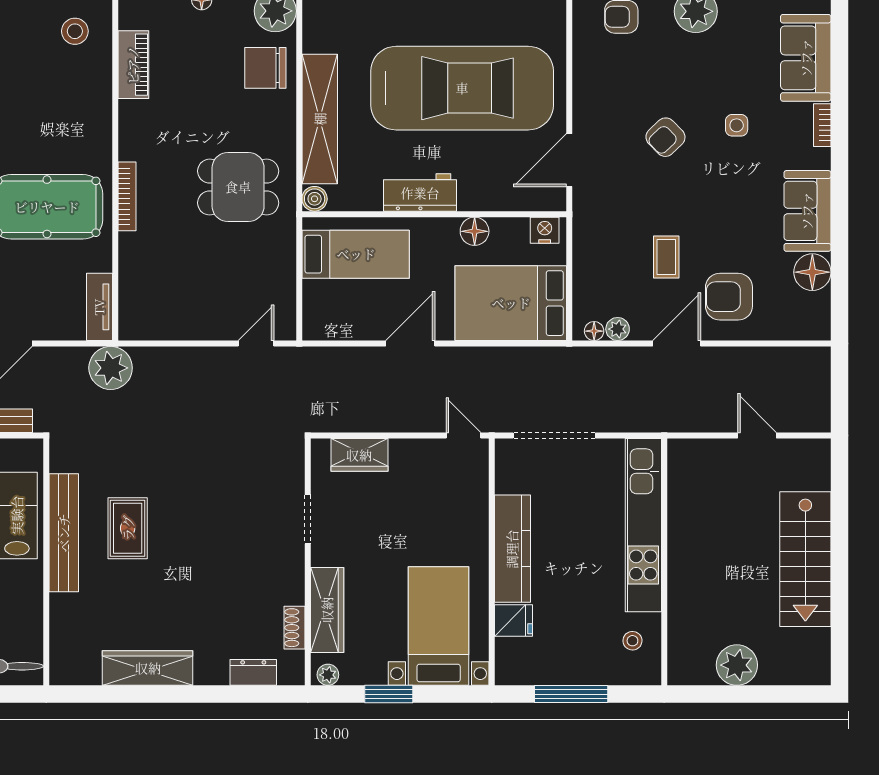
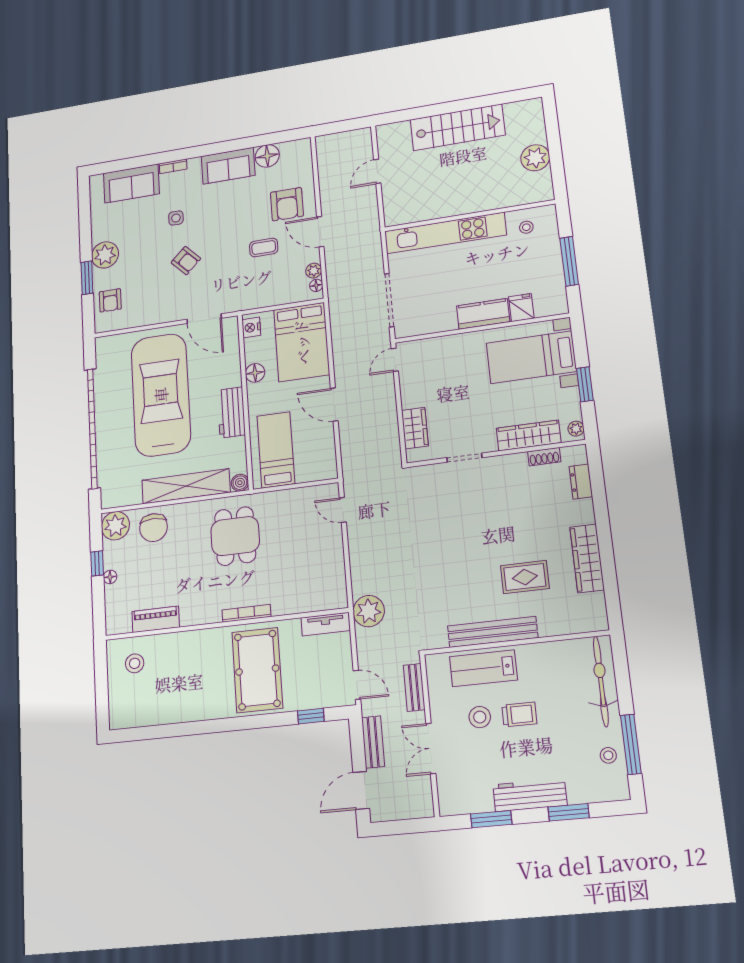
rug: (128, 528) -> (525, 577), moved
kitchen counter: (512, 549) -> (483, 314), width x0.67

